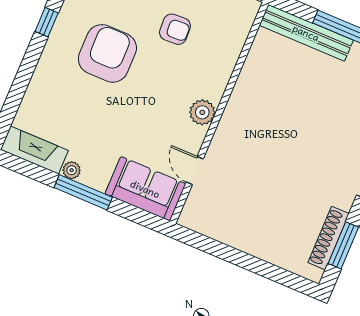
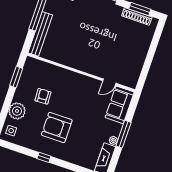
plant: (202, 112) -> (81, 80), removed

